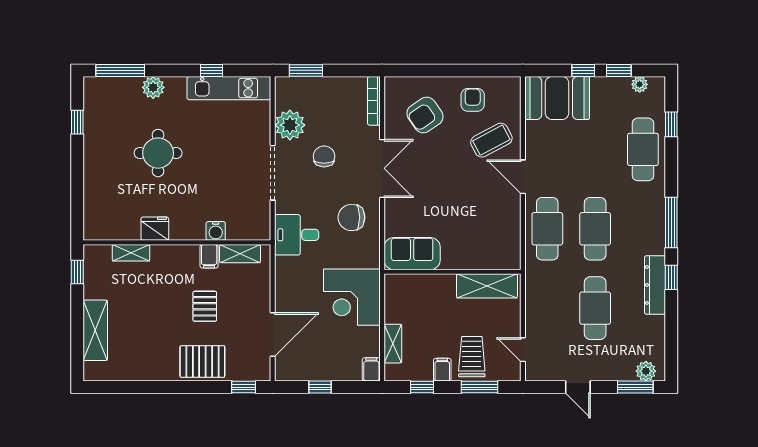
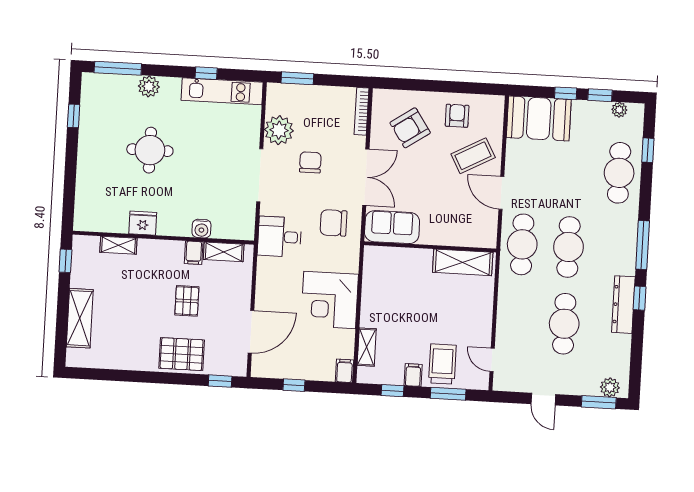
sofa: (412, 254) -> (392, 227), moved
wall: (452, 272) -> (430, 247), moved
shelving: (487, 286) -> (463, 262), moved

